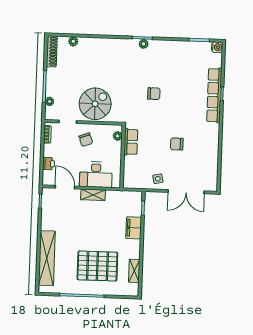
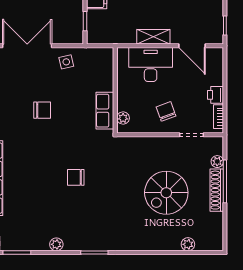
plant: (144, 44) -> (56, 244), moved
shoe rack: (52, 51) -> (217, 190), moved
spiral stairs: (95, 104) -> (166, 193), moved
printer: (49, 164) -> (216, 95), moved

